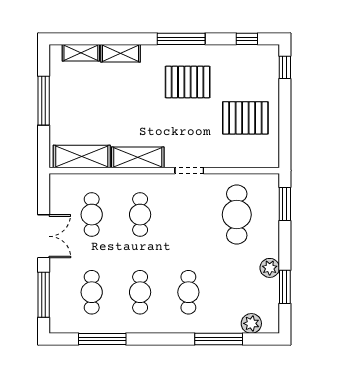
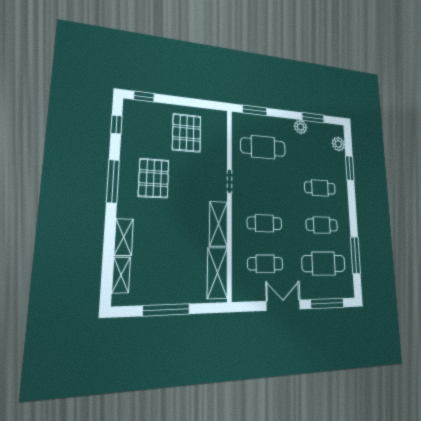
cafe table: (92, 292) -> (324, 264), width x1.37, depth x1.35
window: (219, 339) -> (350, 168), width x0.69

